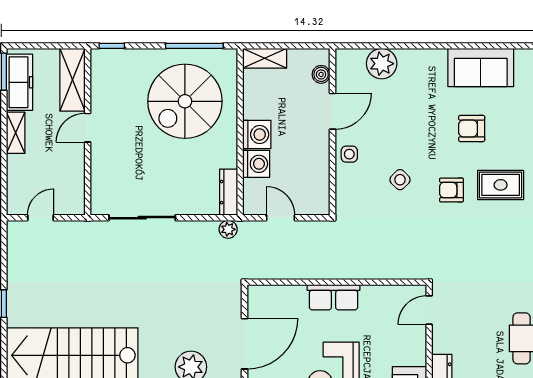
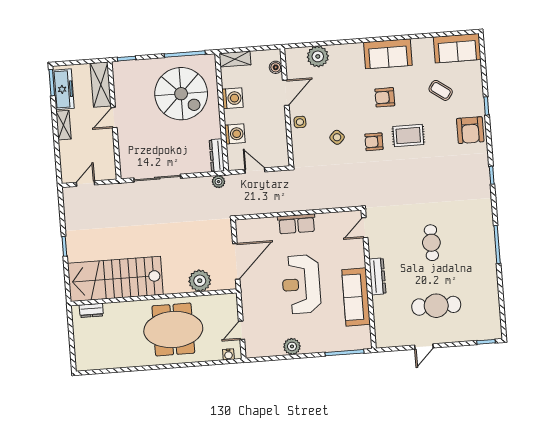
spiral stairs: (185, 101) -> (181, 94), turned -90
washing machine: (257, 134) -> (232, 98), moved

